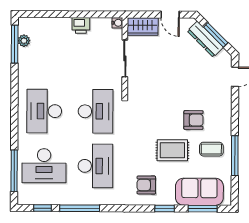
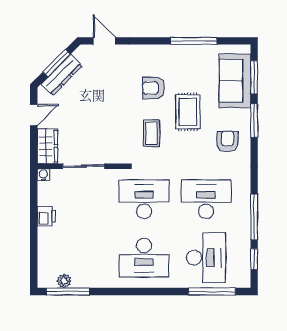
armchair: (193, 120) -> (153, 88), turned -90
coffee table: (211, 149) -> (152, 133), moved
armchair: (146, 185) -> (227, 141), turned 180
window: (165, 209) -> (254, 121), width x1.50

